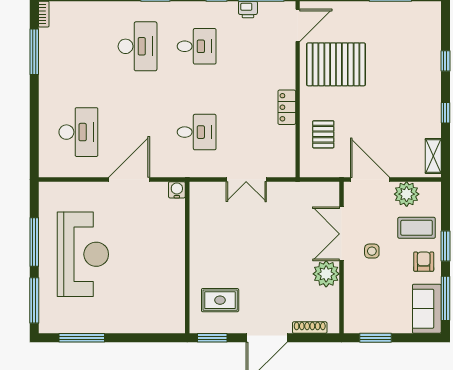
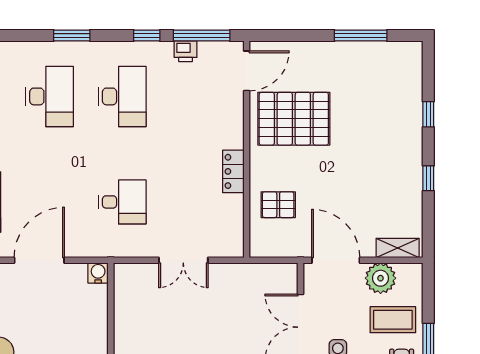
desk: (197, 46) -> (122, 96), width x1.37
pallet: (323, 134) -> (278, 205), turned 90
shelving: (433, 156) -> (398, 248), moved, turned 90

